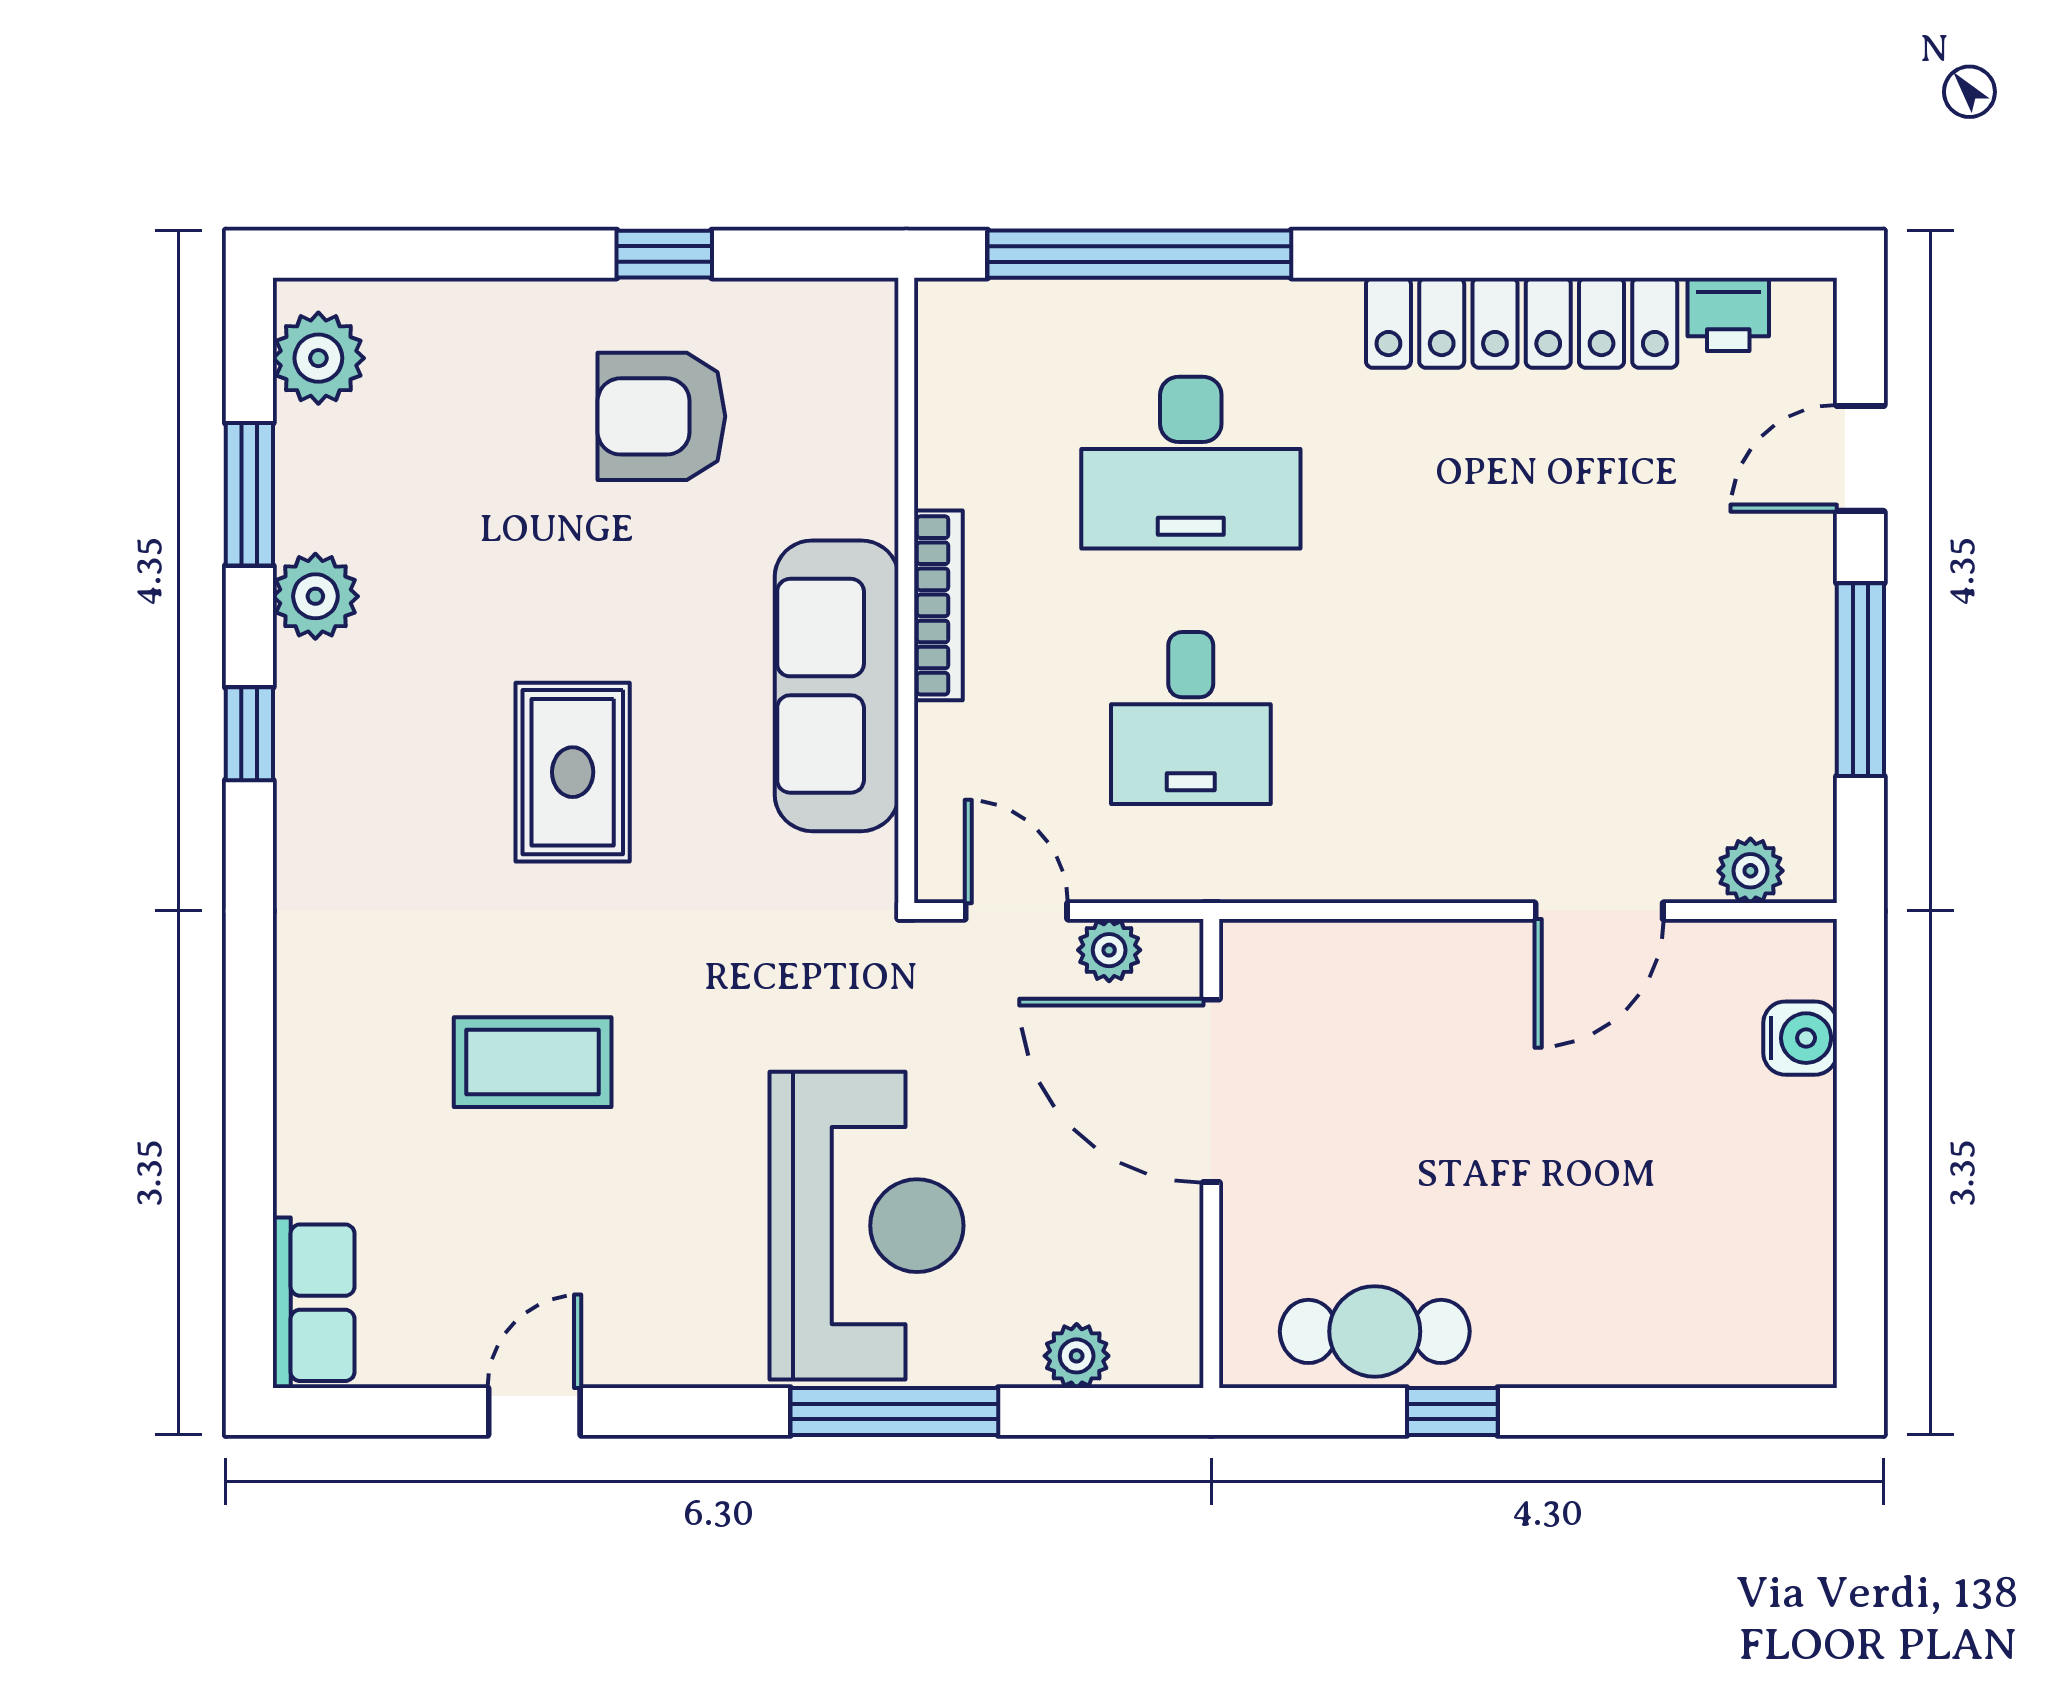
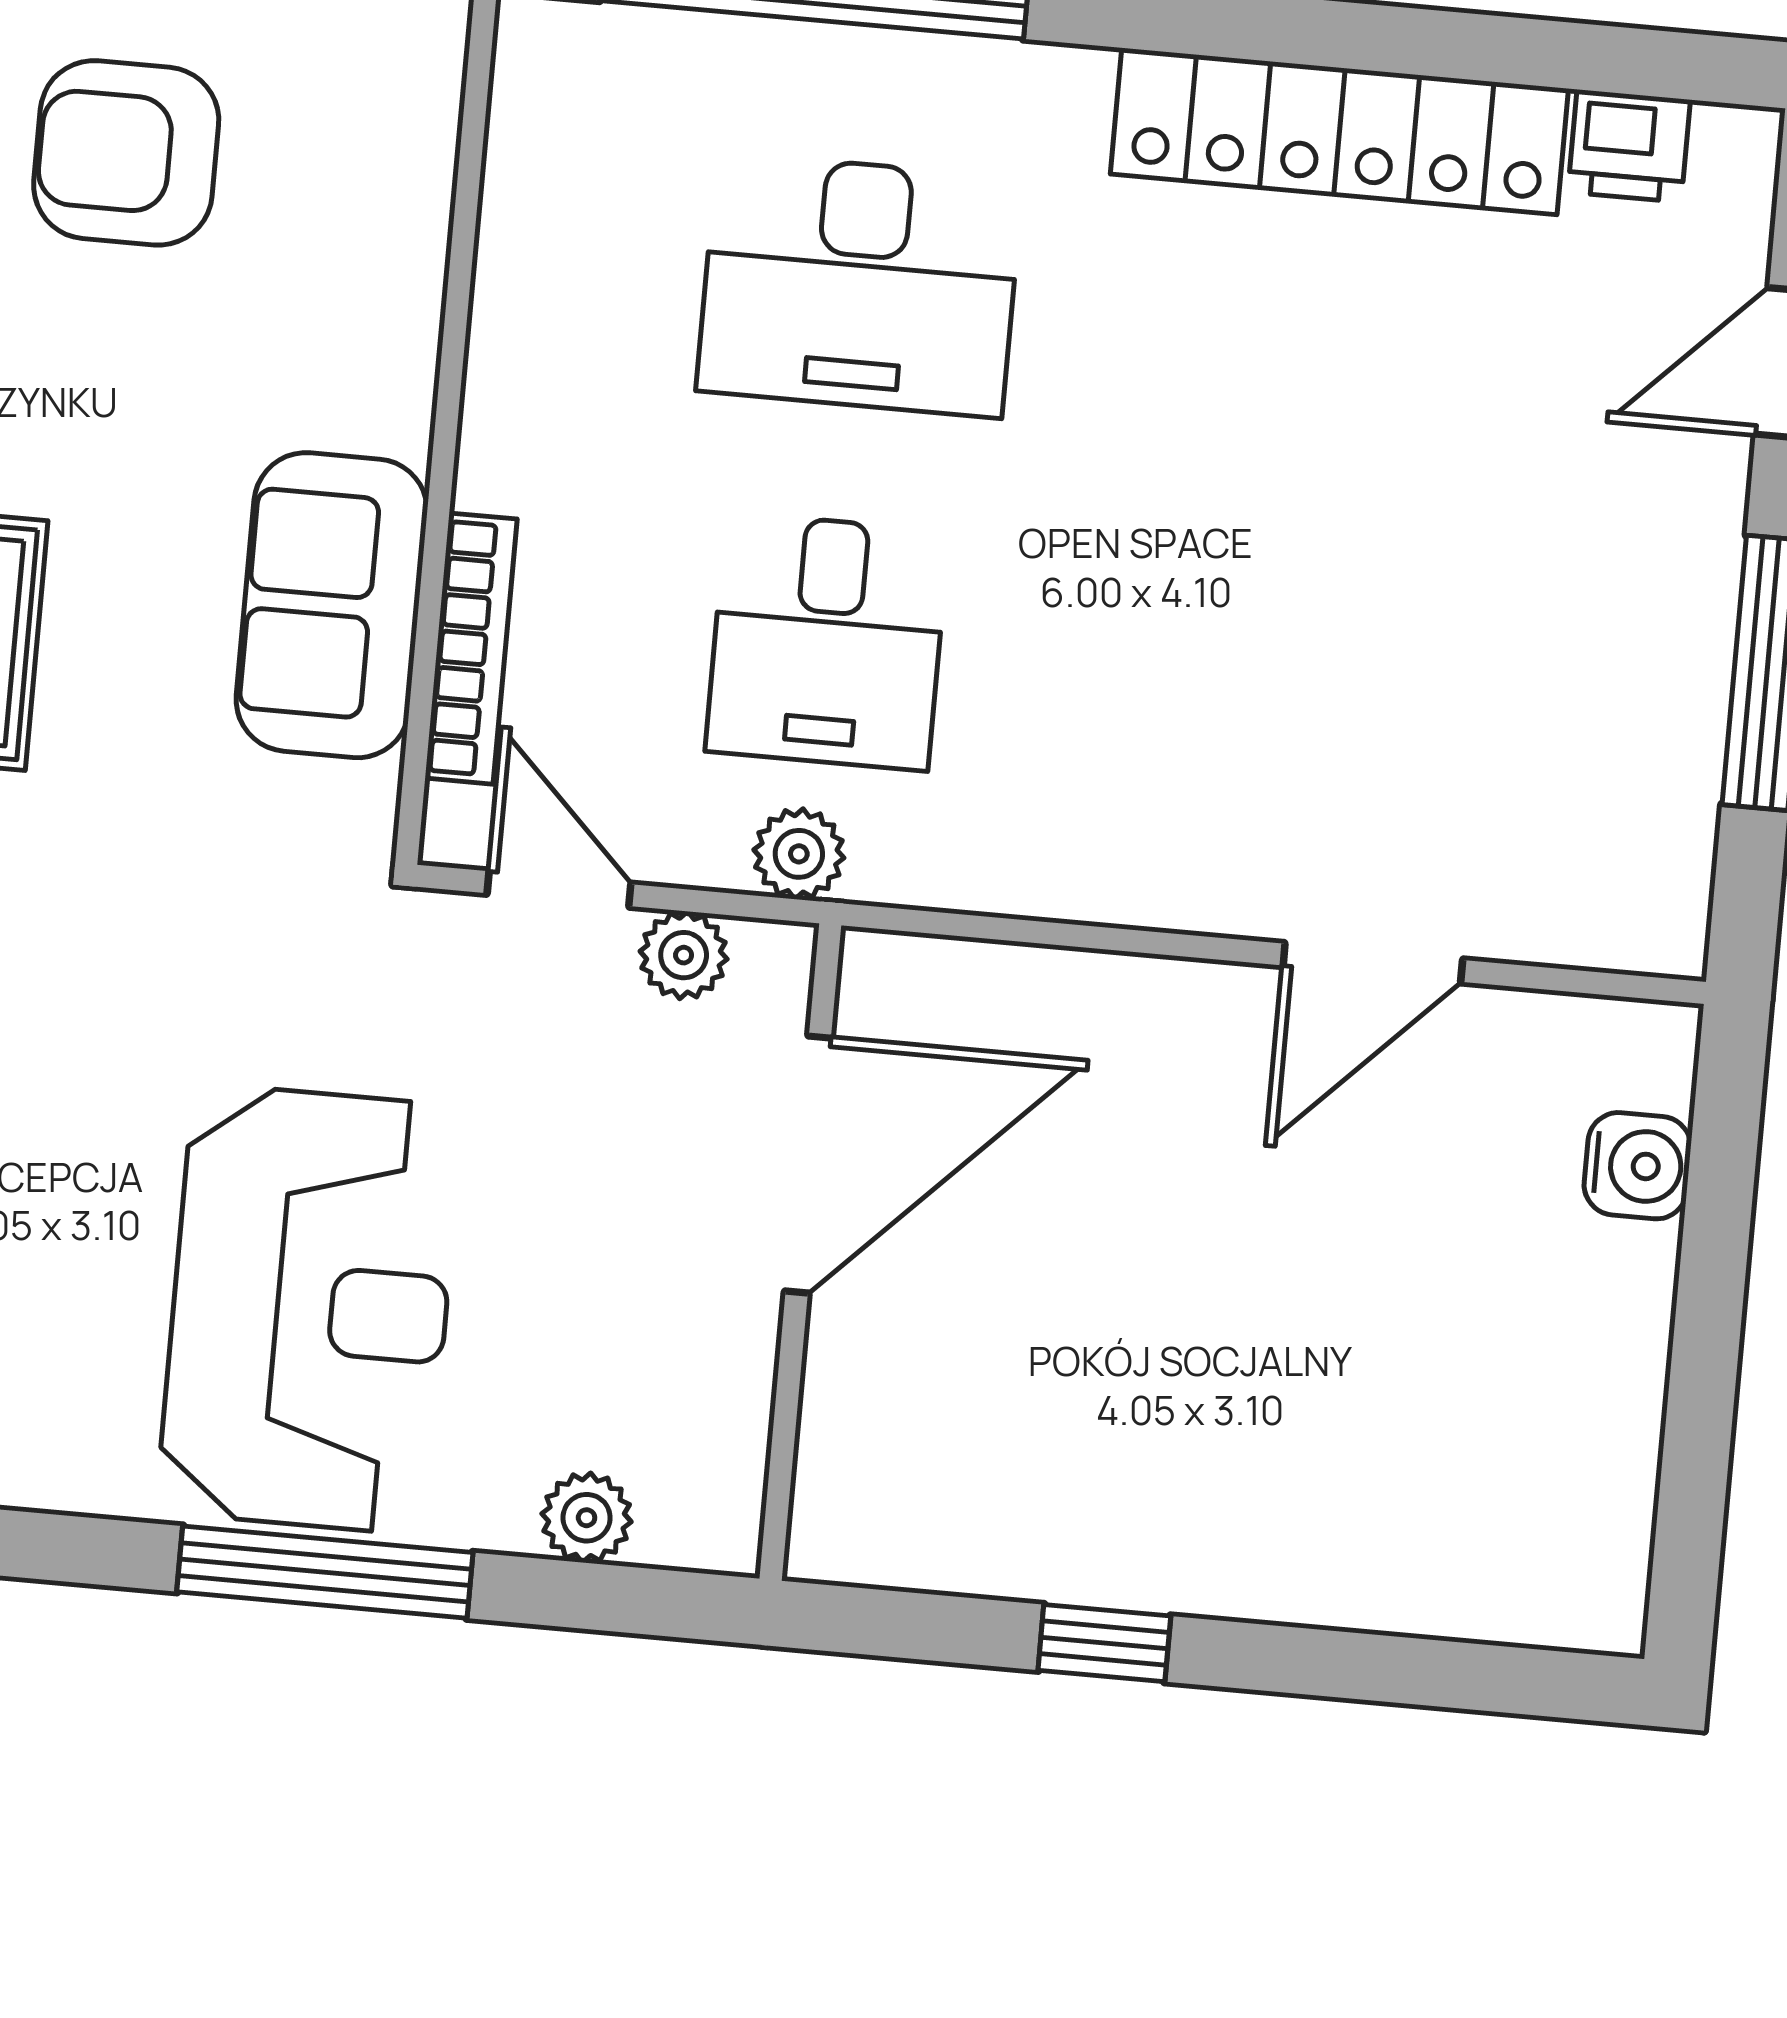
bookcase: (938, 605) -> (471, 649), moved
sofa: (837, 686) -> (332, 605), width x0.73
plant: (1750, 871) -> (799, 854), moved
door: (1211, 1091) -> (808, 1164), swing flipped
cafe table: (1375, 1331) -> (1006, 1521), removed

